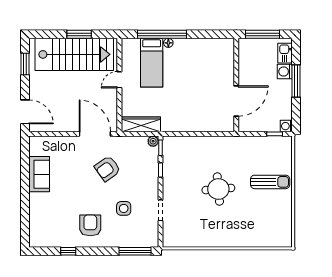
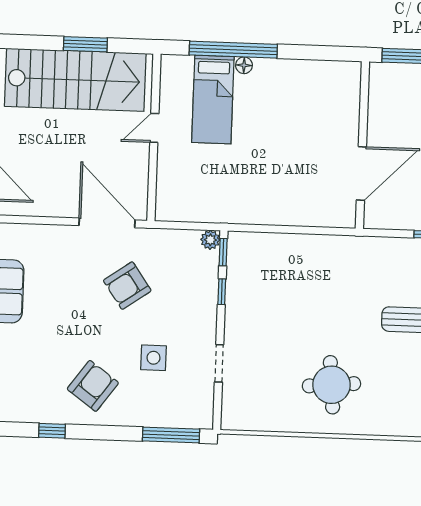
wardrobe: (141, 124) -> (190, 209), removed
round table: (218, 189) -> (331, 385), moved
armchair: (90, 225) -> (93, 386), turned 36

